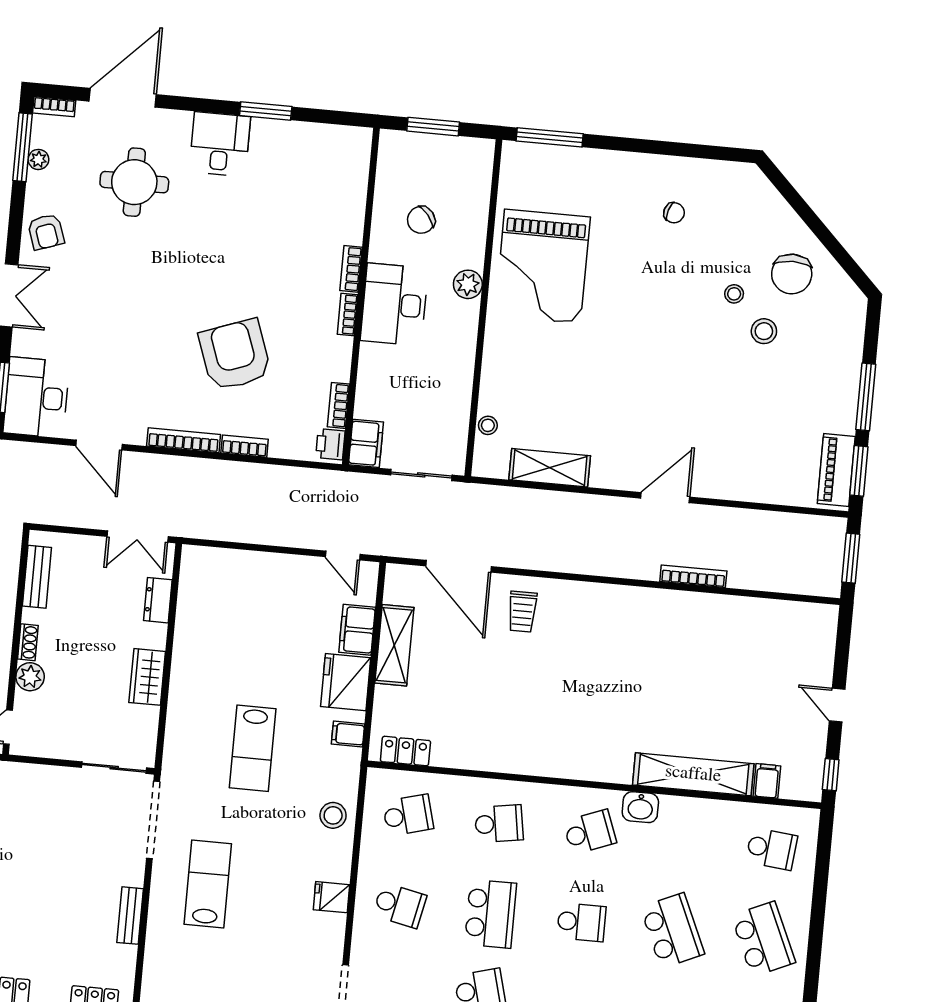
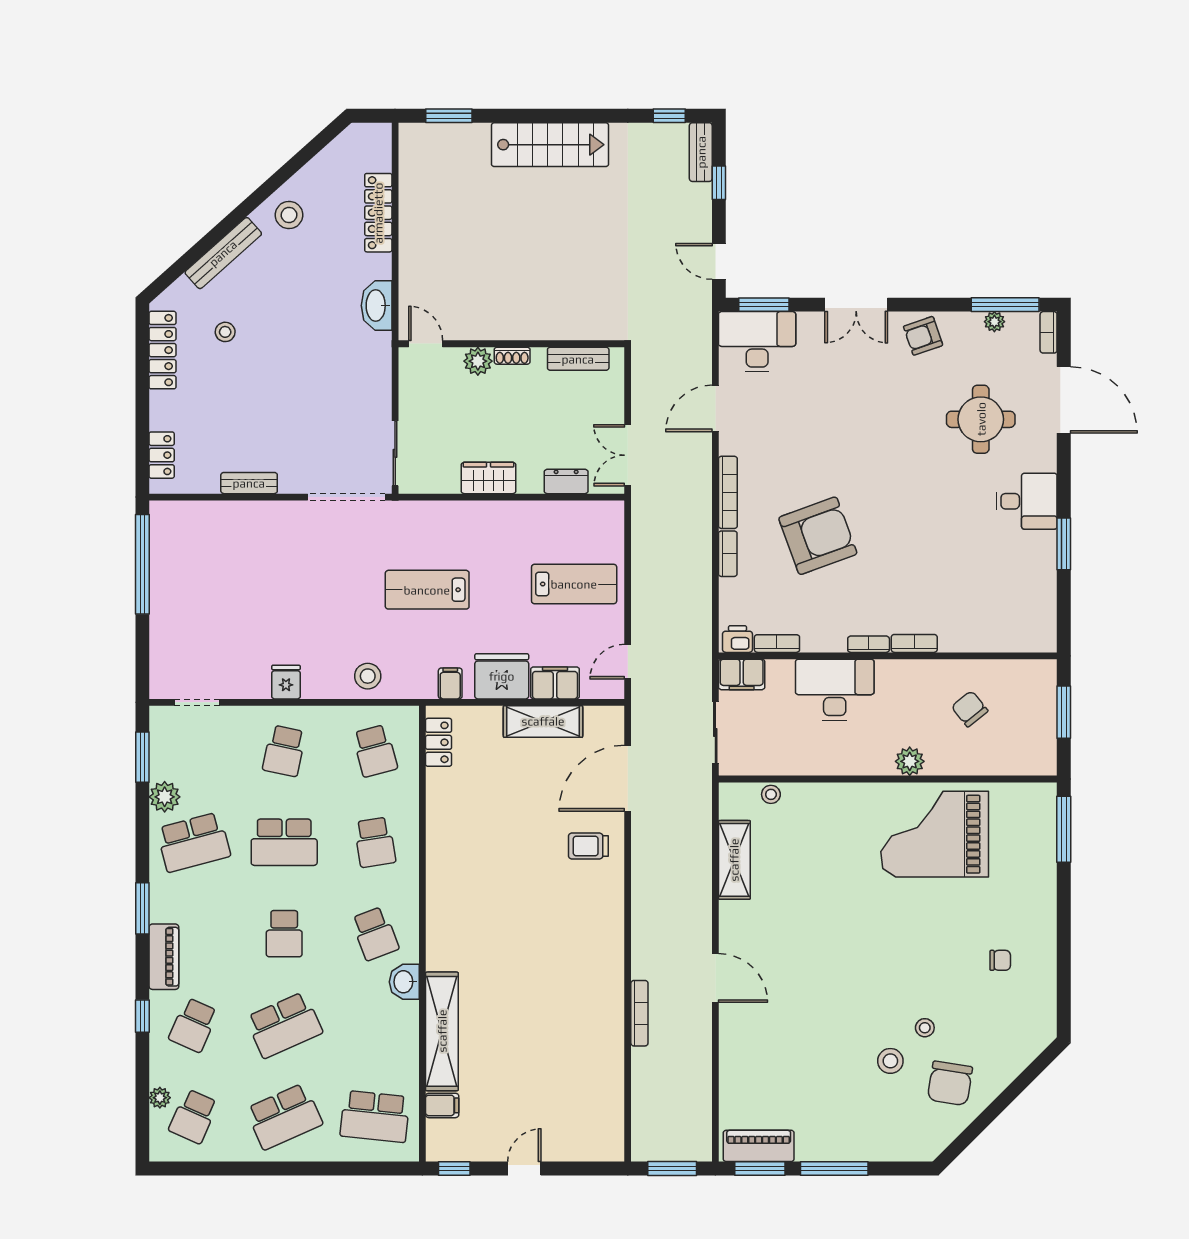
chair: (674, 213) -> (1000, 960), turned -107
chair: (792, 274) -> (950, 1083), turned -81
desk: (394, 304) -> (835, 690), moved
school desk: (772, 849) -> (375, 1116), width x1.85
lab bench: (208, 884) -> (574, 584), moved

